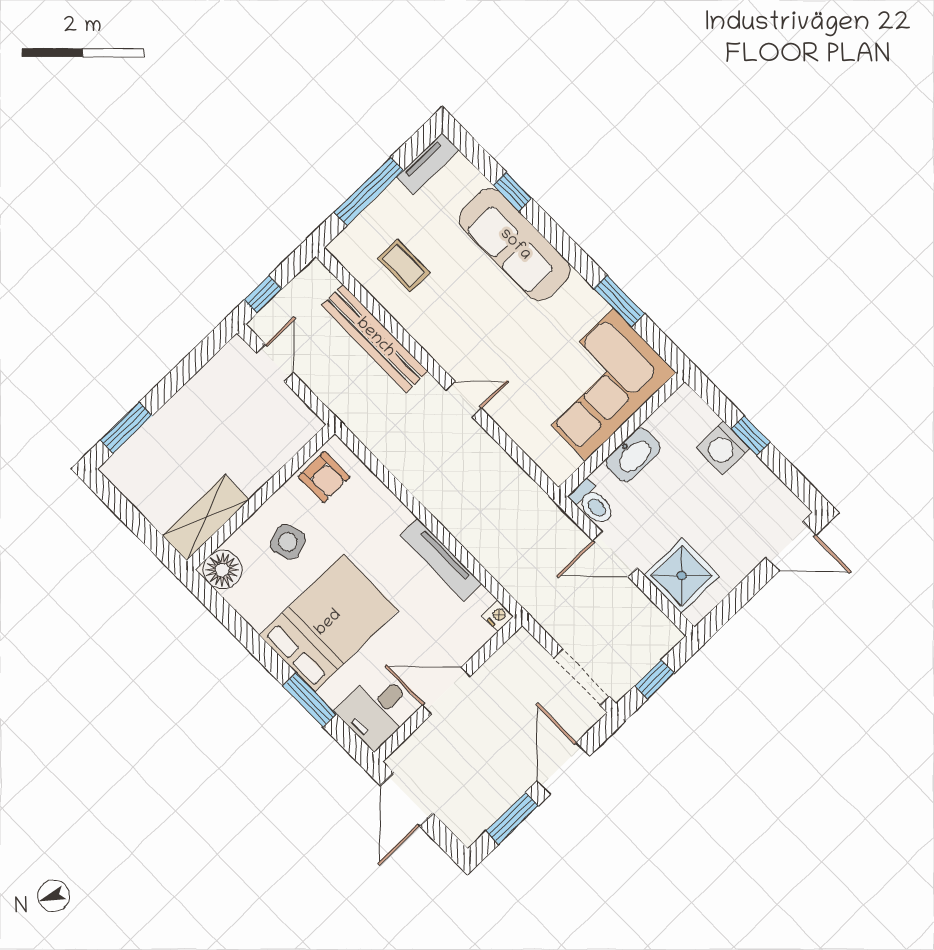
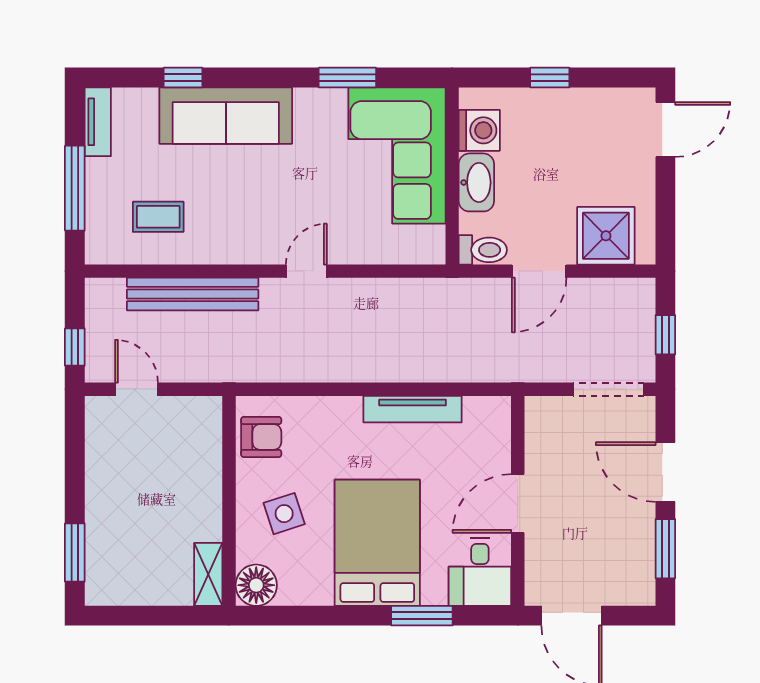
washing machine: (723, 448) -> (479, 130), moved, turned -90
shelving: (206, 518) -> (208, 574), width x0.67, depth x0.75
nightstand: (498, 616) -> (499, 408), removed

